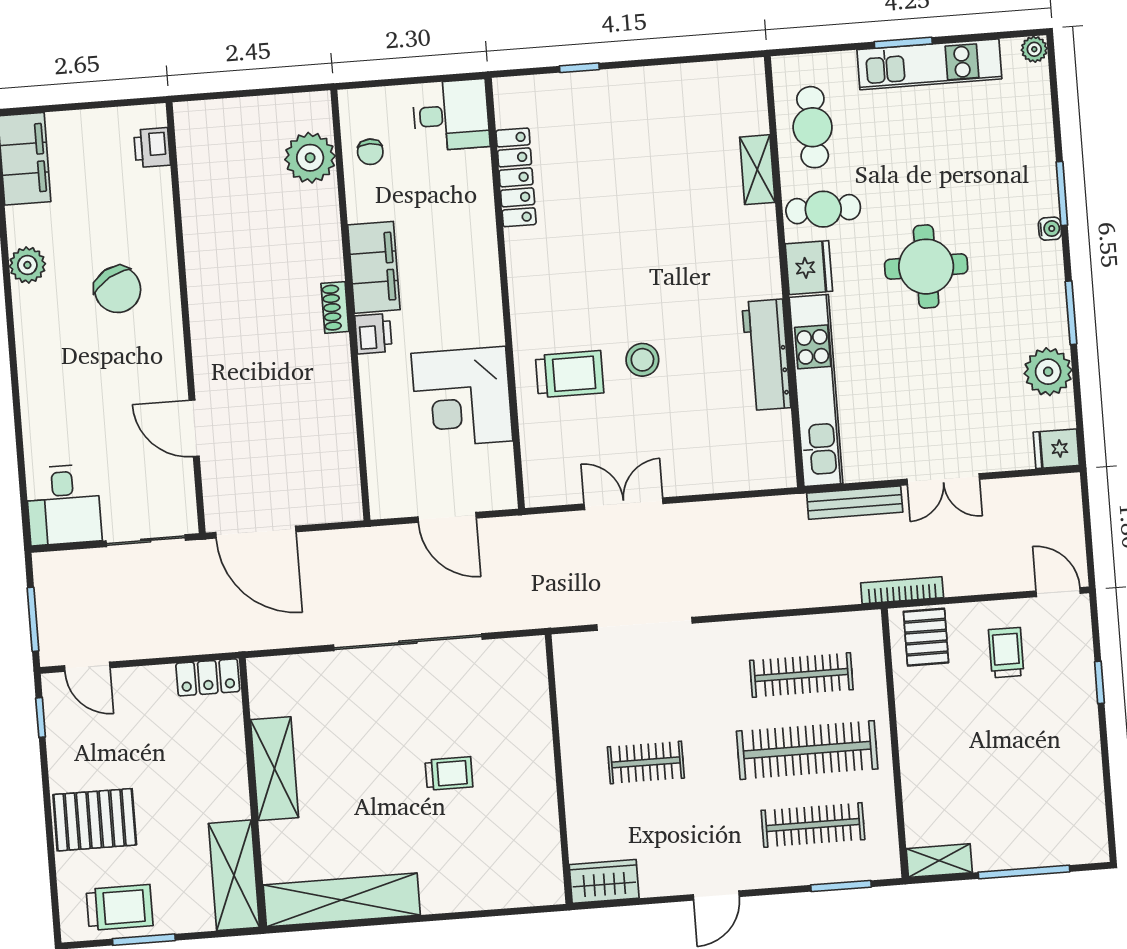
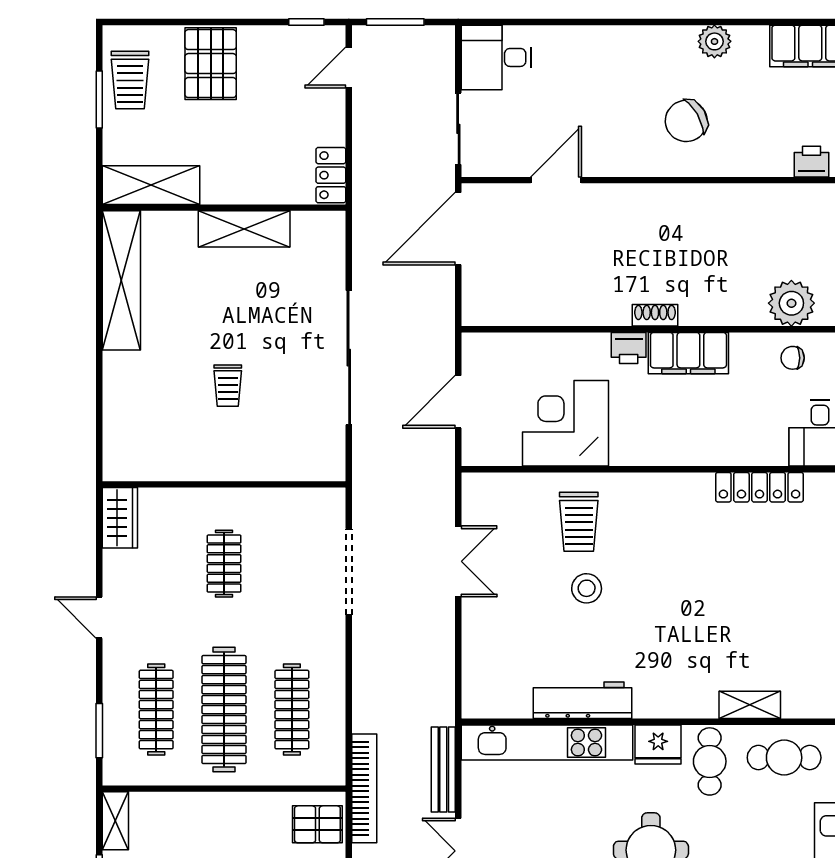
bookcase: (902, 590) -> (364, 788), width x1.48, depth x1.31

